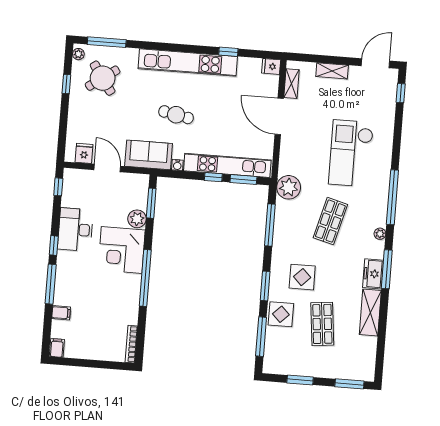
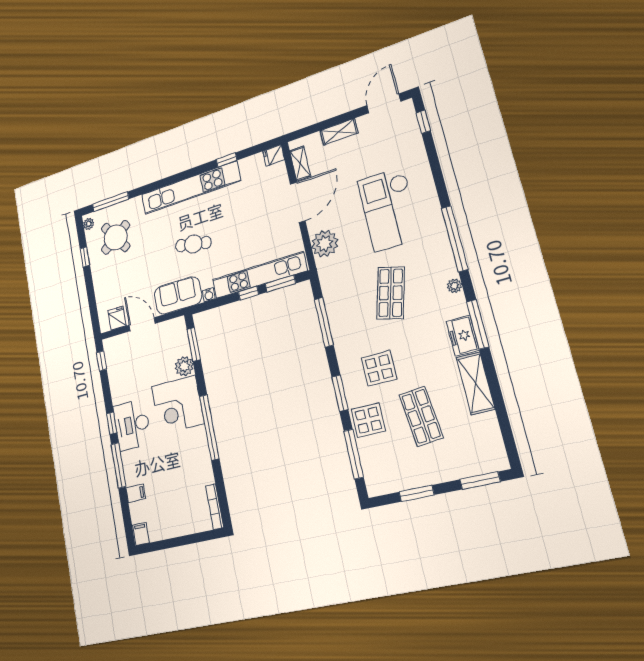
door: (279, 116) -> (298, 202), swing flipped
plant: (289, 187) -> (325, 244), moved
desk: (75, 229) -> (132, 425), moved

